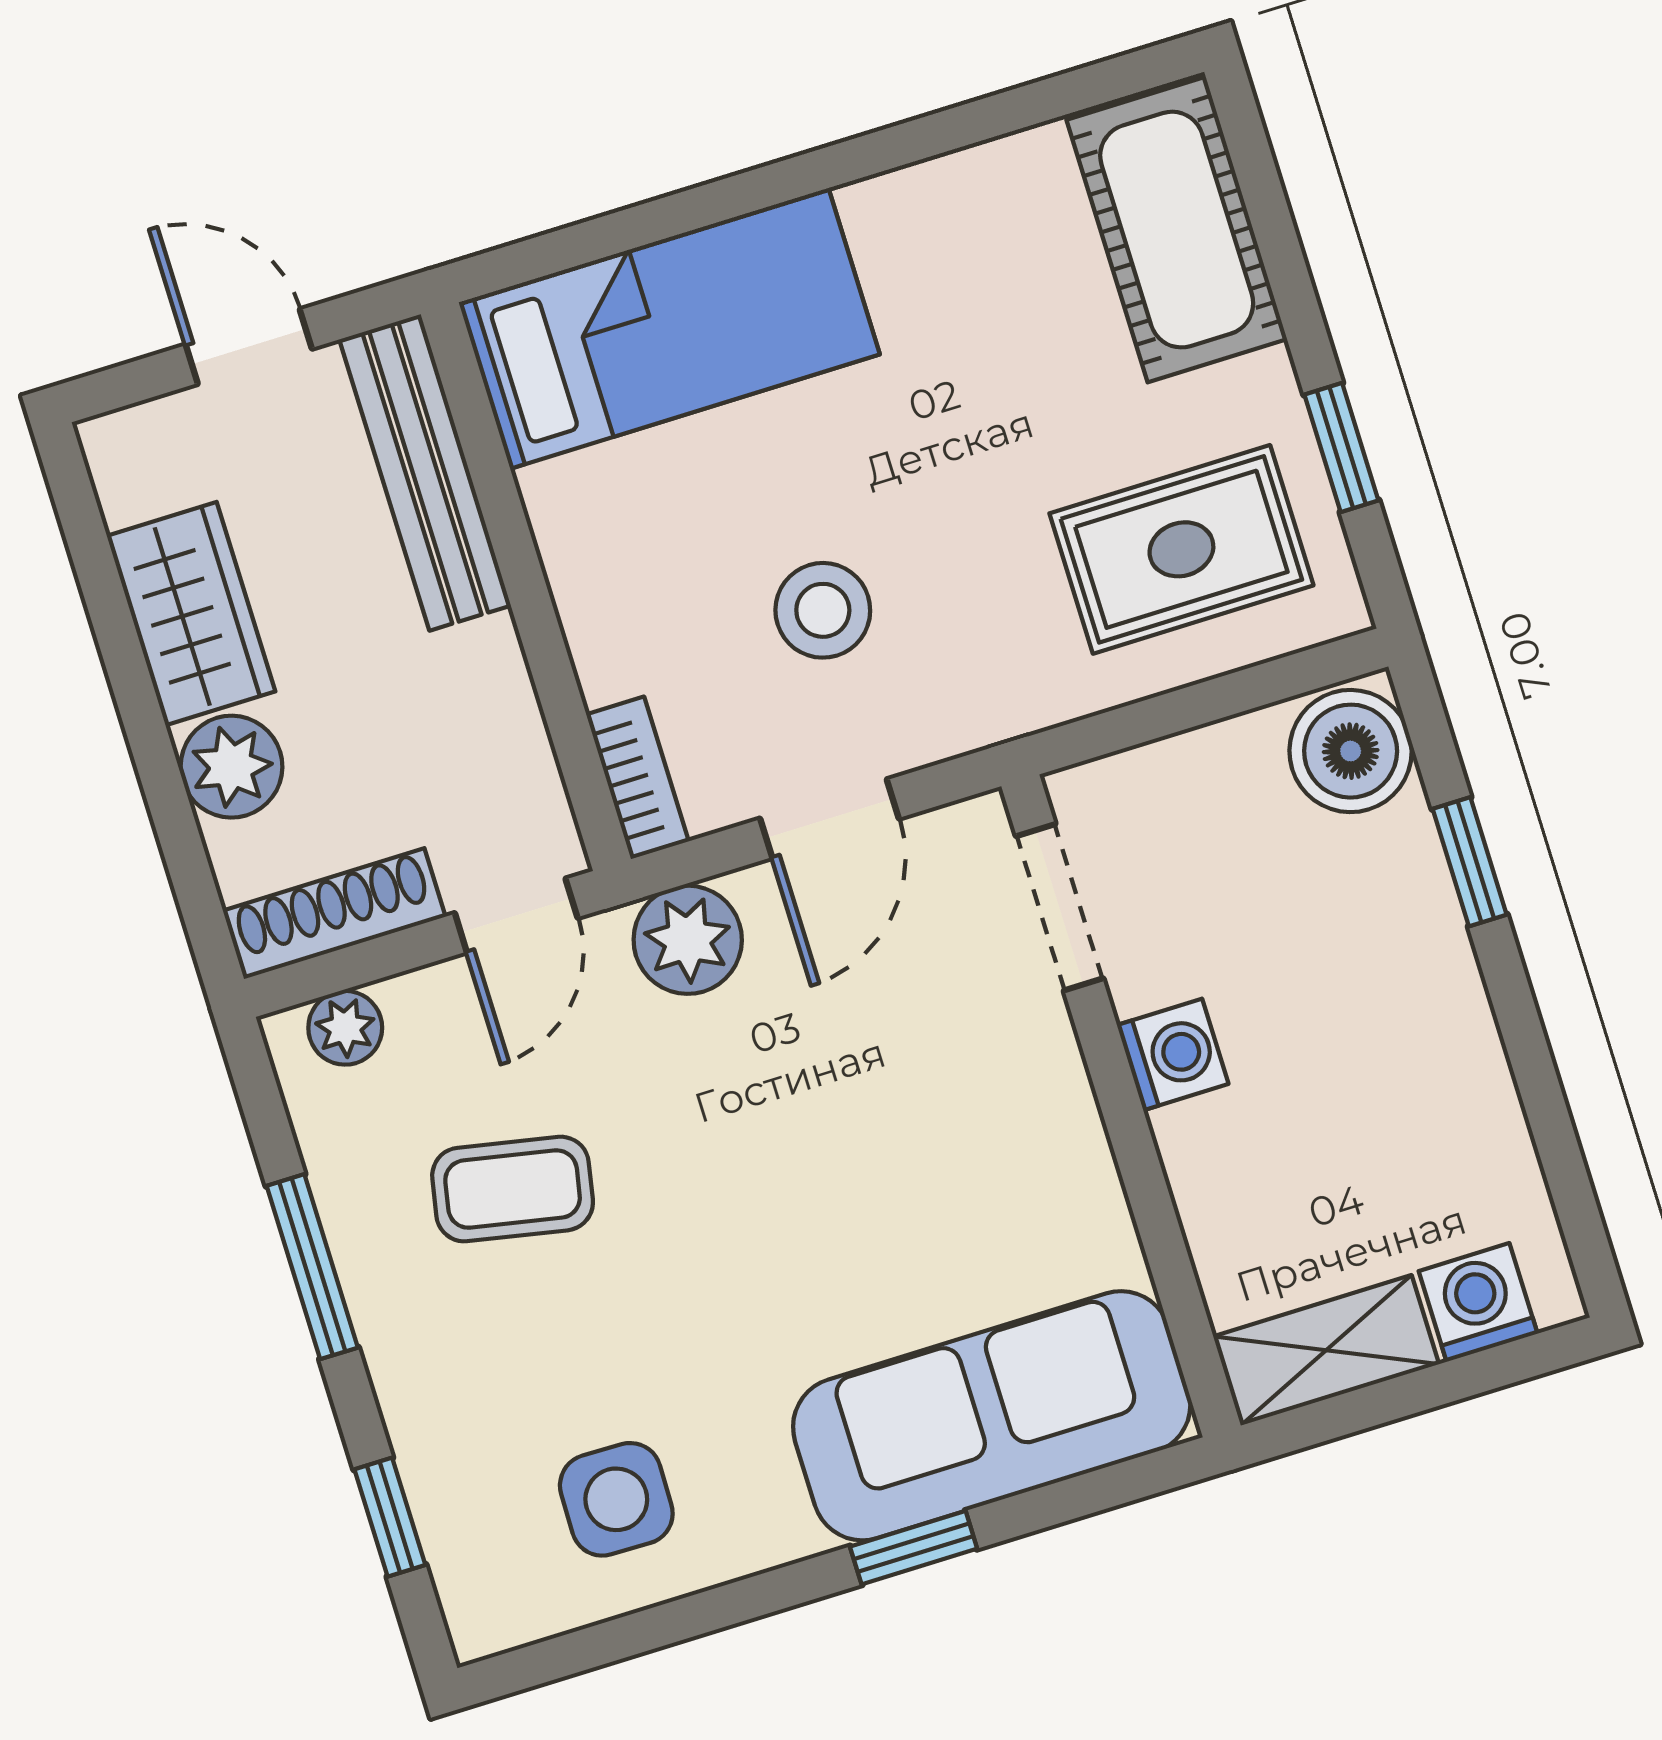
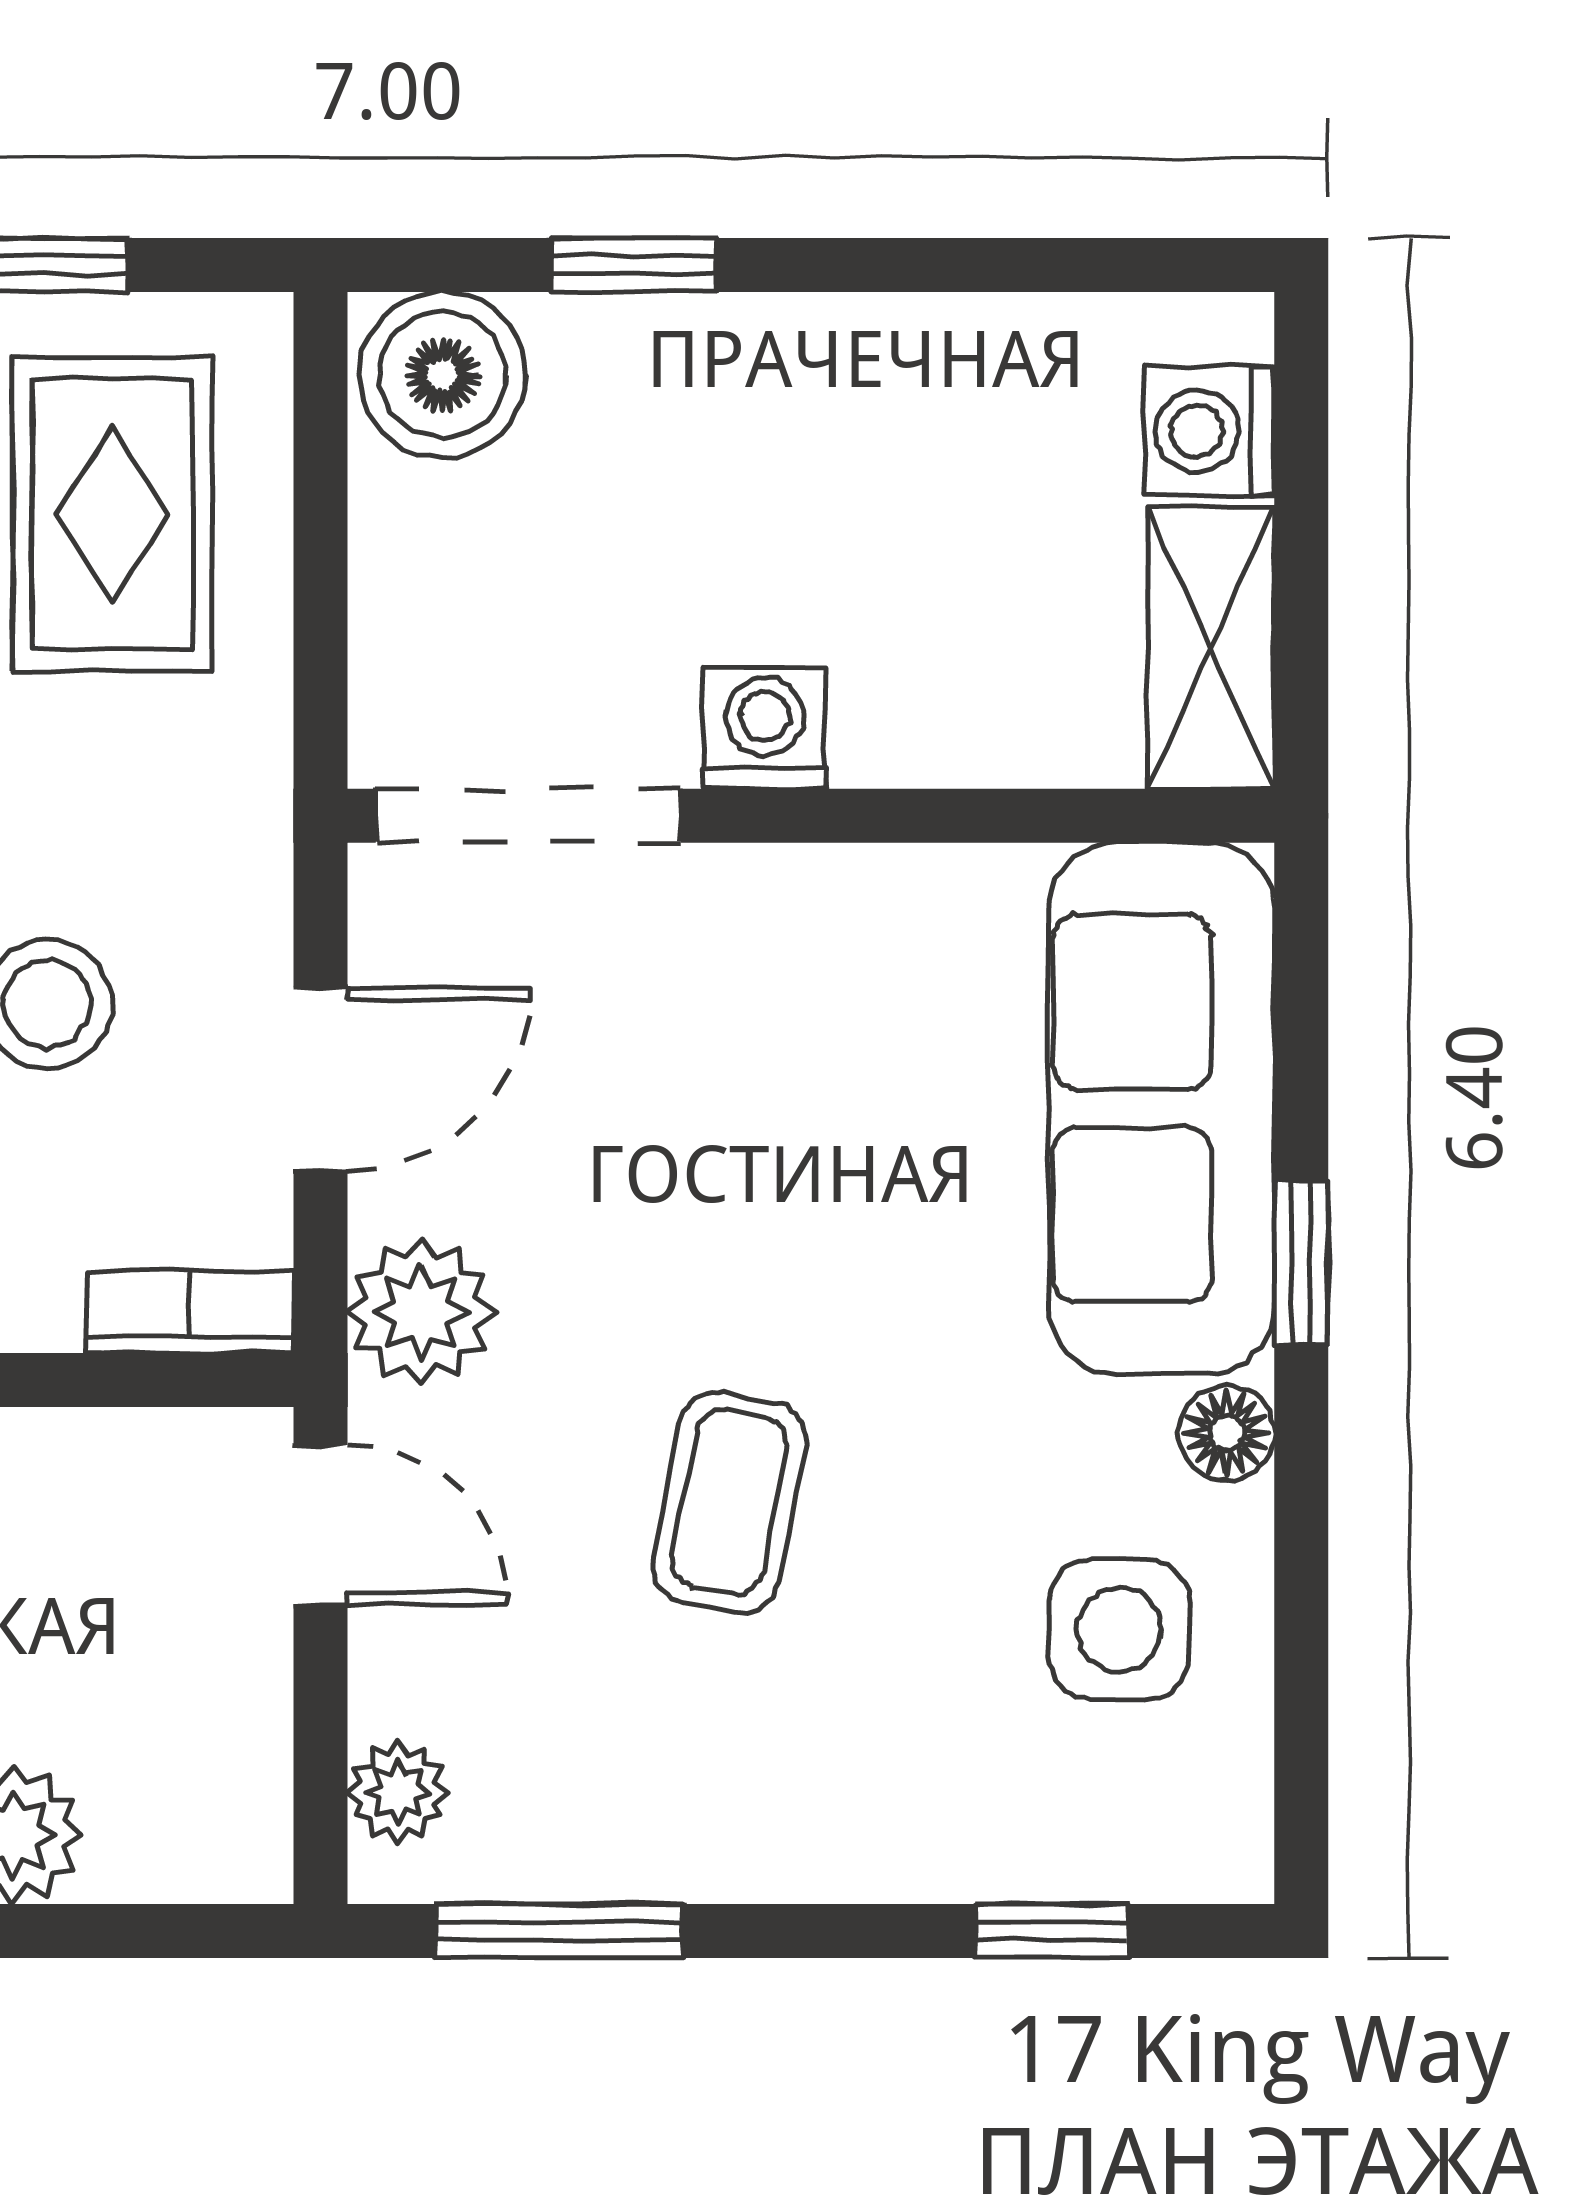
door: (829, 819) -> (321, 1079), hinge flipped
doorway: (1060, 907) -> (528, 816), width x1.38
shoe rack: (334, 914) -> (245, 1761), removed
coffee table: (513, 1189) -> (729, 1502), moved
window: (312, 1267) -> (559, 1931), moved
floor lamp: (778, 1532) -> (1227, 1433), added

